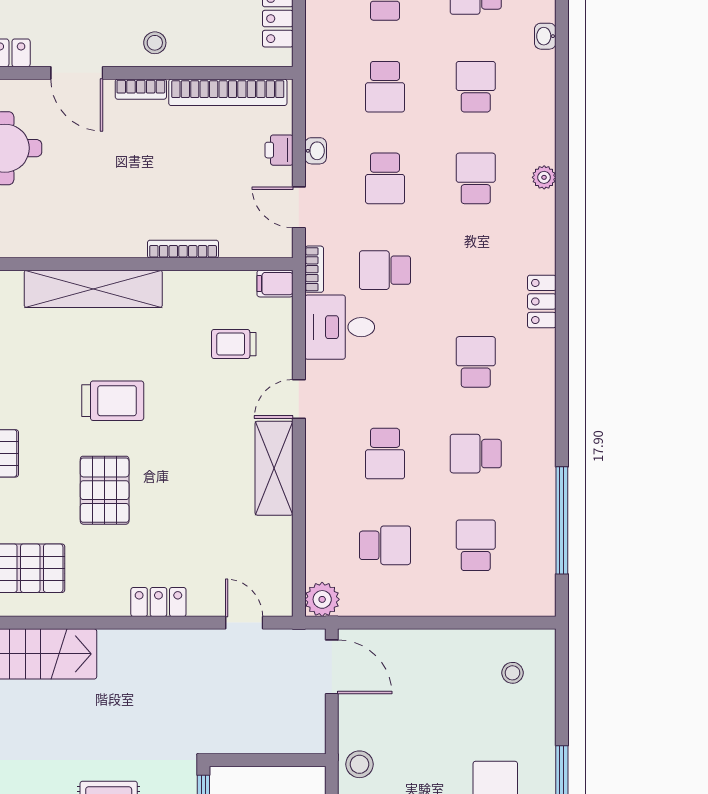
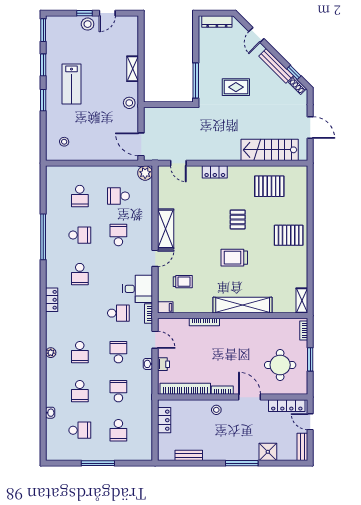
pallet: (105, 490) -> (238, 219), width x0.67, depth x0.71
window: (562, 520) -> (43, 237), moved

